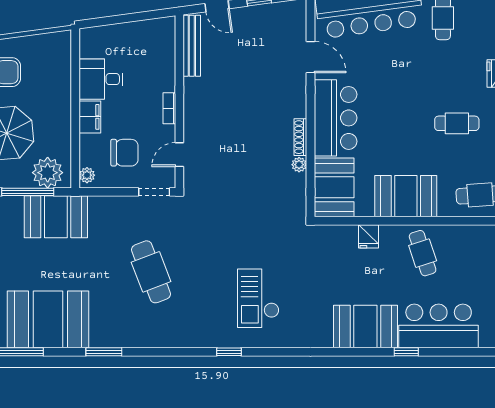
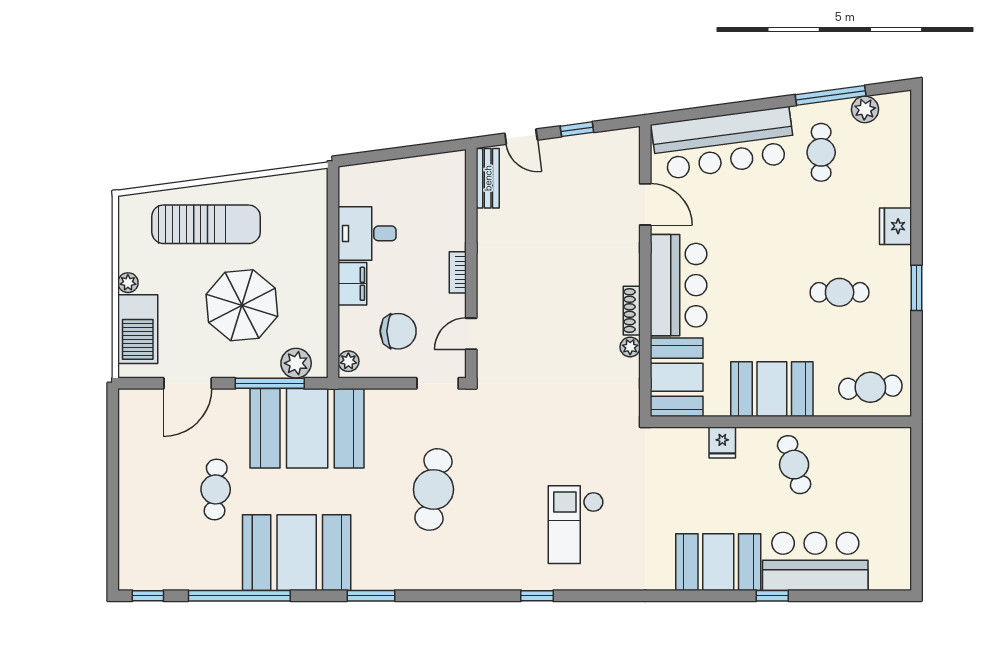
bench: (192, 46) -> (488, 178), width x0.73
plant: (48, 173) -> (296, 363), width x0.73, depth x0.73
booth: (56, 217) -> (307, 428), width x1.36, depth x1.42
cafe table: (151, 272) -> (433, 489), turned 30

